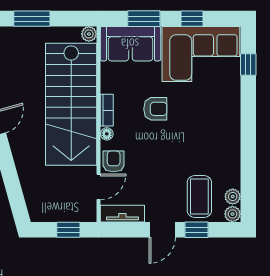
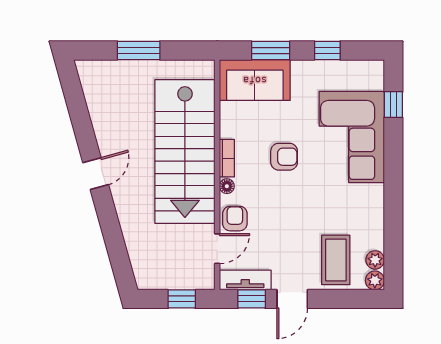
plant: (89, 34) -> (206, 69), removed
corner sofa: (201, 54) -> (352, 137), moved, turned 90
window: (197, 230) -> (252, 299), moved

